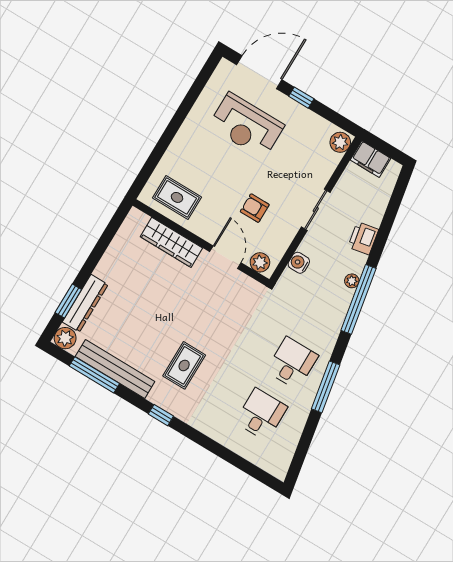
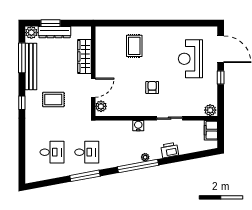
wardrobe: (171, 242) -> (84, 56), moved
wall: (201, 242) -> (93, 71), moved
door: (225, 257) -> (93, 88), moved
plant: (260, 262) -> (101, 106), moved

